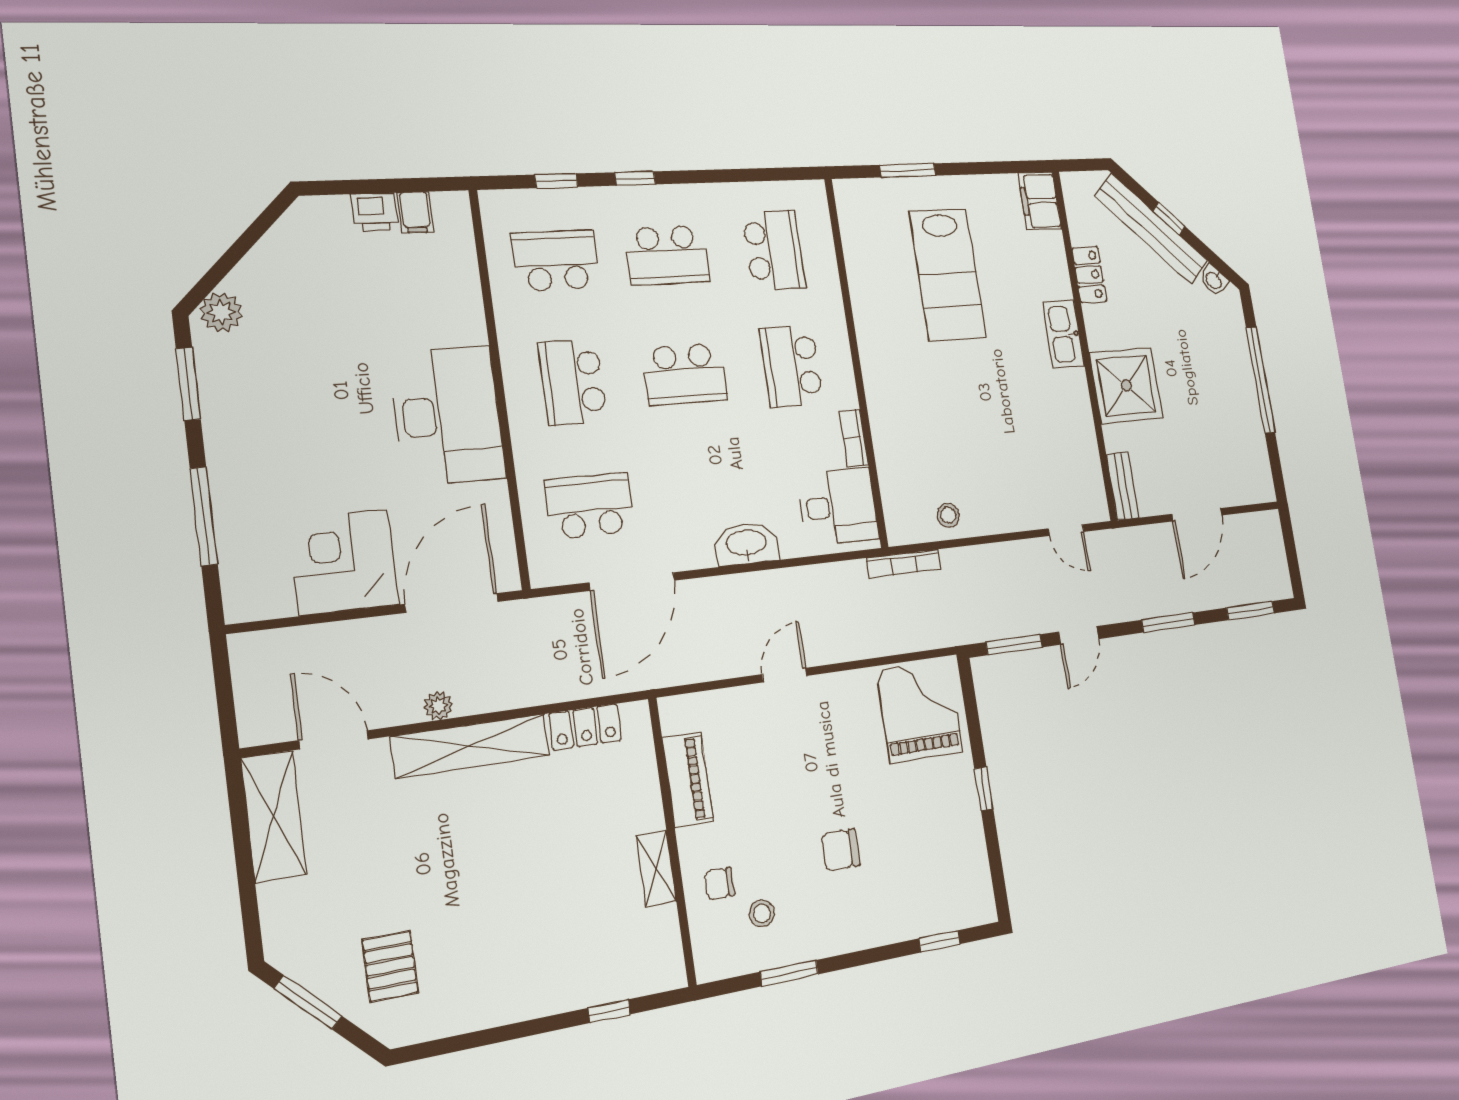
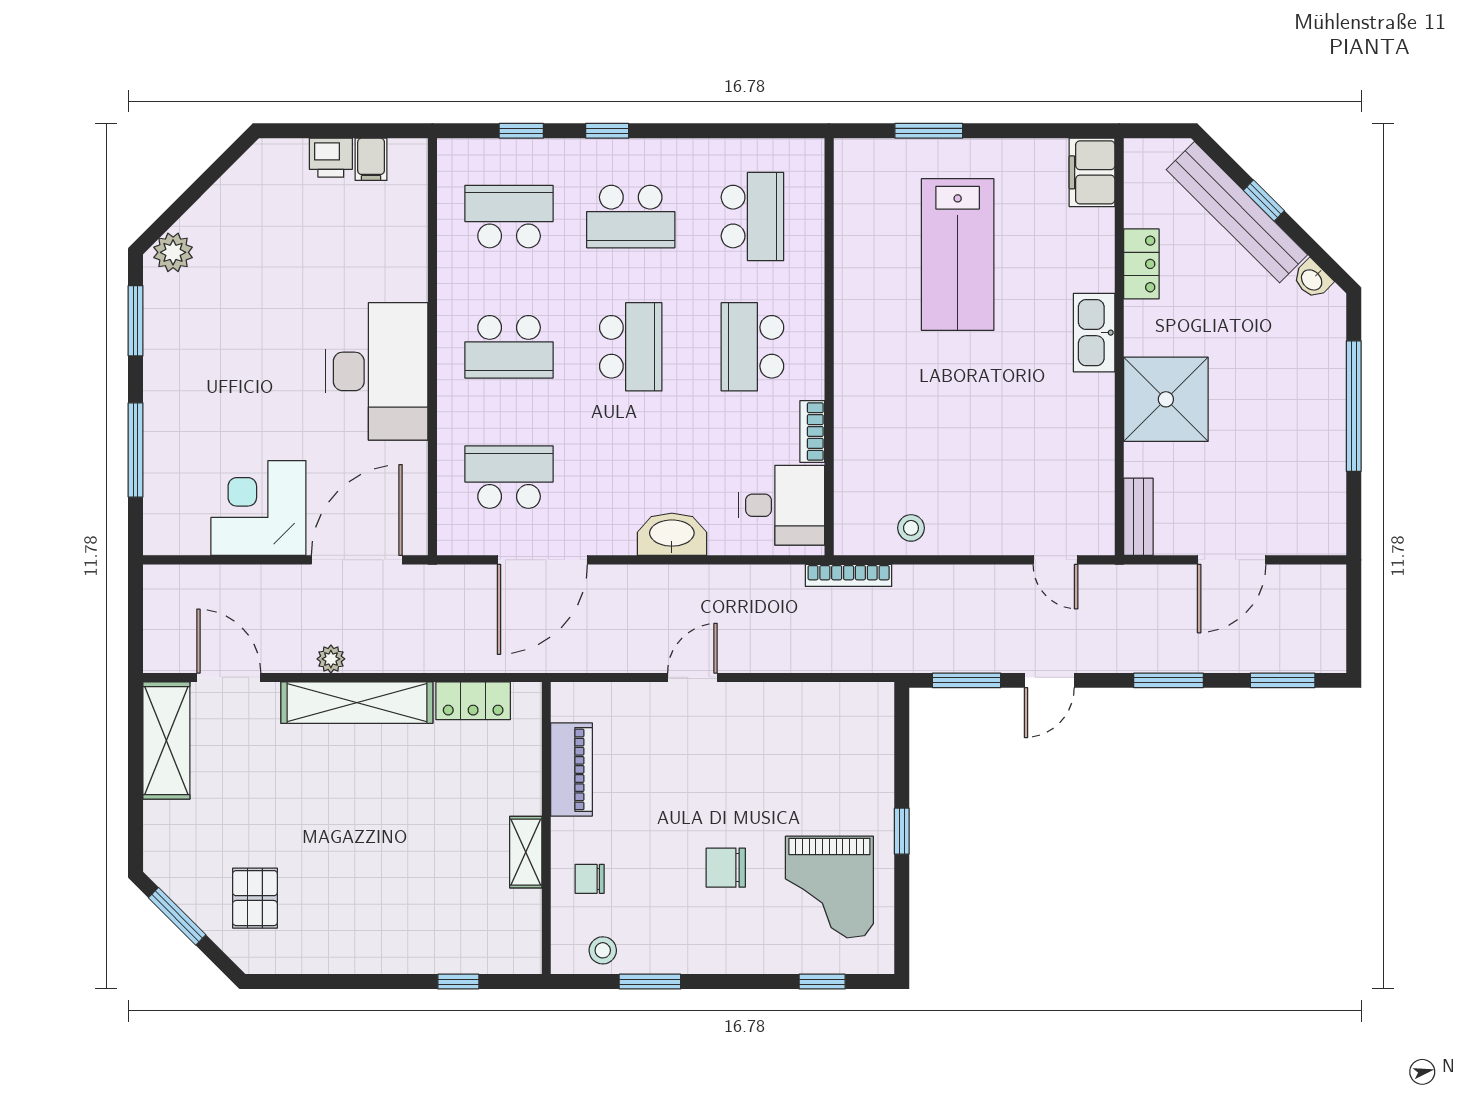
school desk: (685, 374) -> (631, 347), turned -90
school desk: (573, 382) -> (509, 347), turned -90
grand piano: (920, 711) -> (829, 887), moved, turned 180
stool: (762, 913) -> (603, 950), moved

